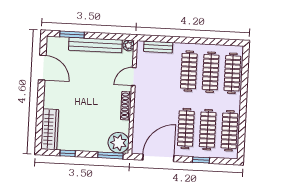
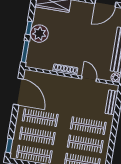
plant: (119, 143) -> (39, 34), moved
window: (68, 153) -> (29, 28), moved
window: (201, 160) -> (9, 146), moved

